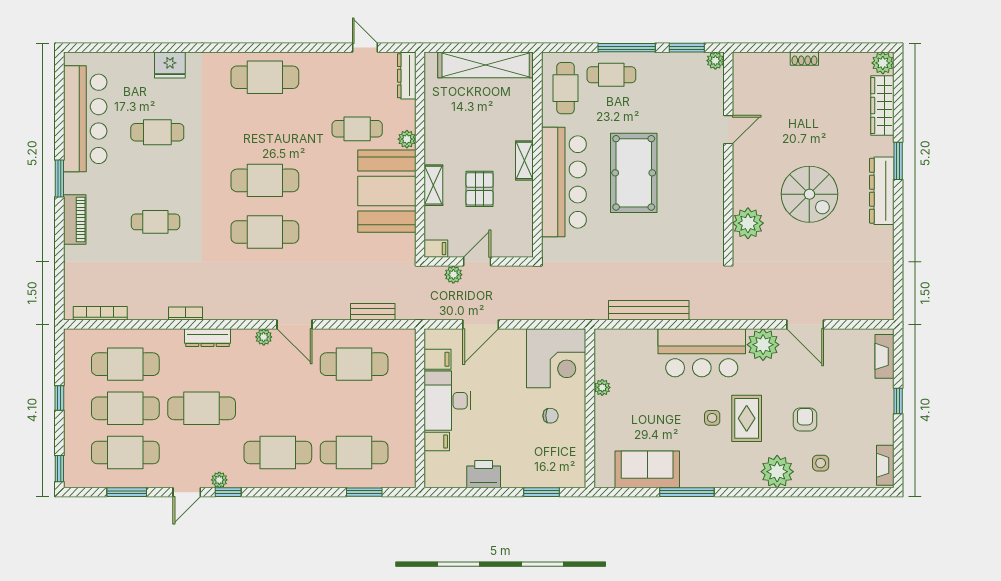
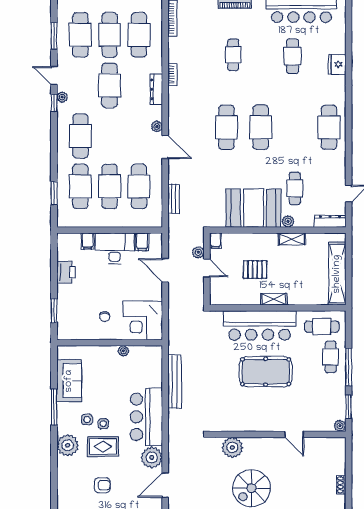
shelving: (433, 185) -> (292, 239), moved
door: (295, 324) -> (165, 147), swing flipped
cafe table: (354, 408) -> (110, 186), added
side table: (821, 463) -> (87, 420), moved
plant: (777, 472) -> (68, 445), moved

